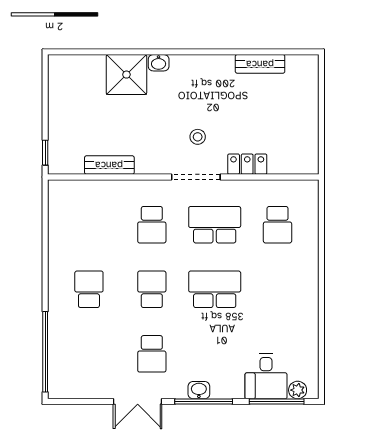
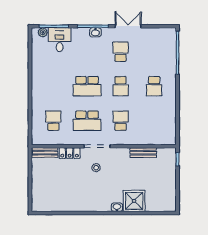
bench: (260, 64) -> (45, 153), moved

